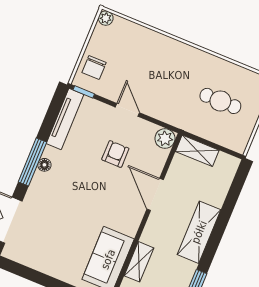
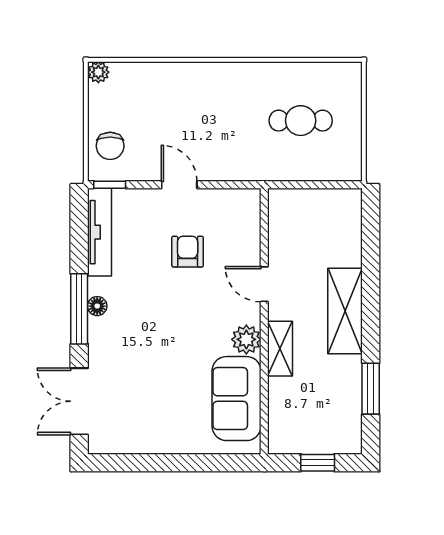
plant: (165, 139) -> (246, 339), moved
shelving: (197, 151) -> (297, 201), removed
door: (155, 194) -> (264, 284), width x0.73
shelving: (139, 262) -> (280, 349), moved

